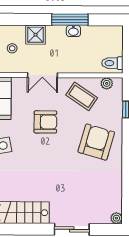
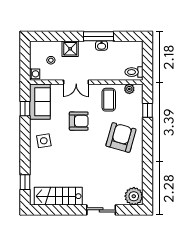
coffee table: (82, 96) -> (109, 100), turned 56
plant: (116, 218) -> (134, 196), width x1.87, depth x1.87

